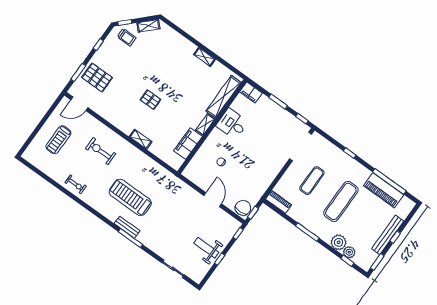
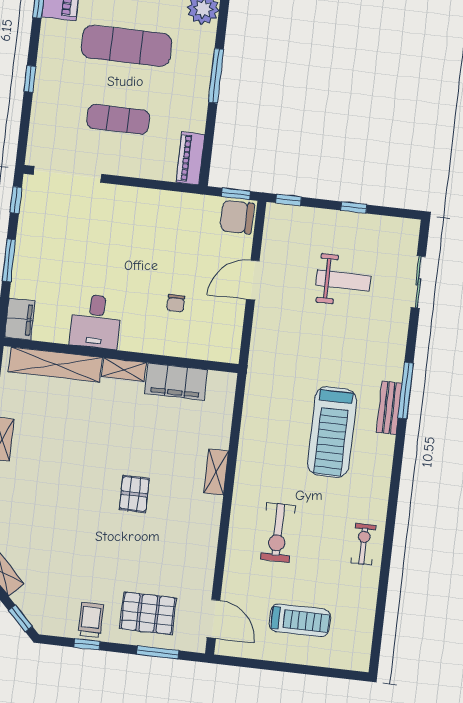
trolley: (127, 37) -> (91, 620), moved
pallet: (97, 77) -> (148, 613), turned 90
weight bench: (206, 248) -> (343, 280), moved, turned -90

